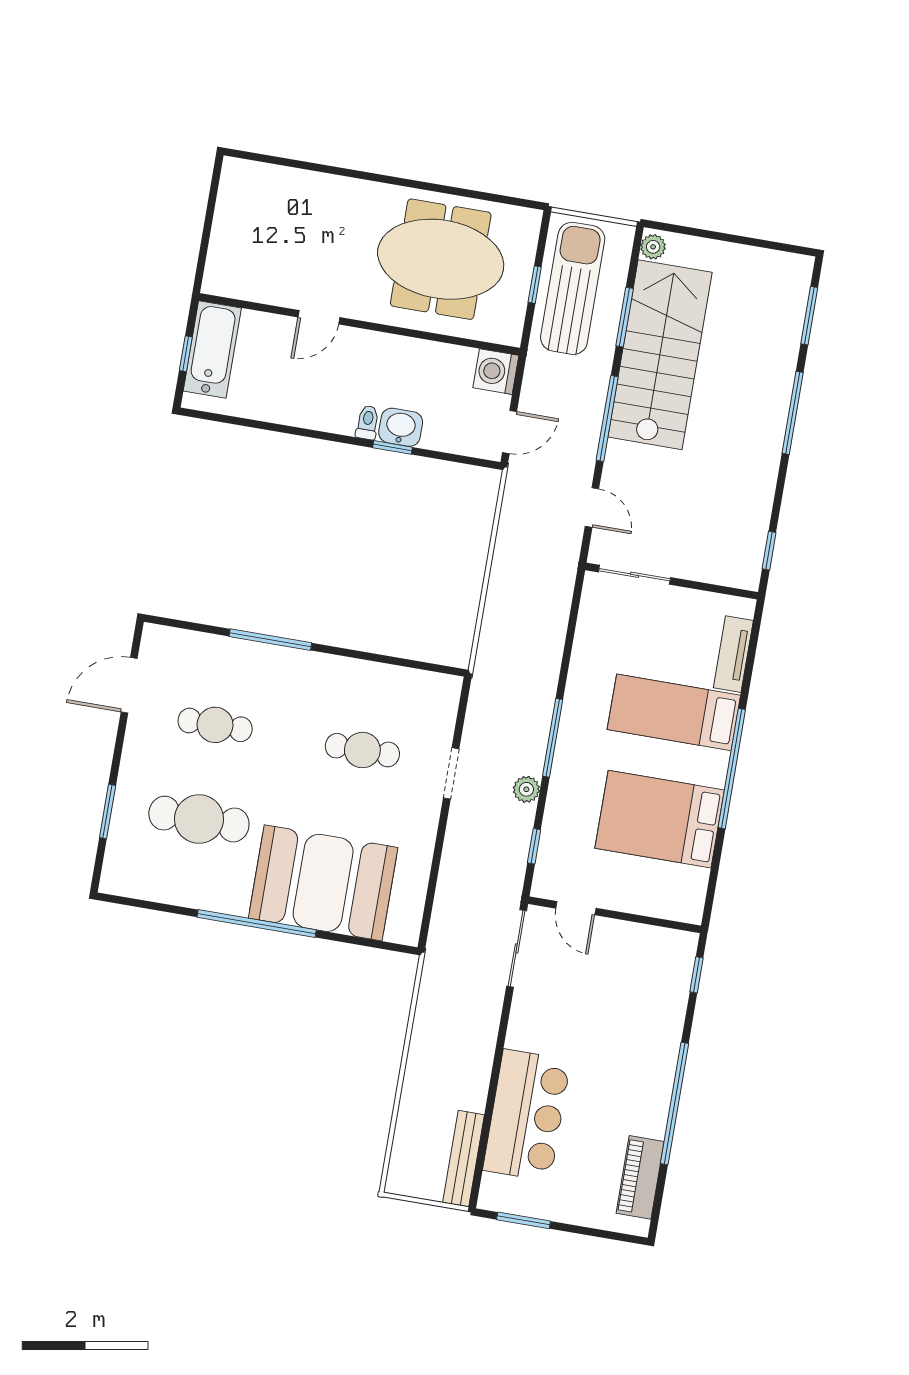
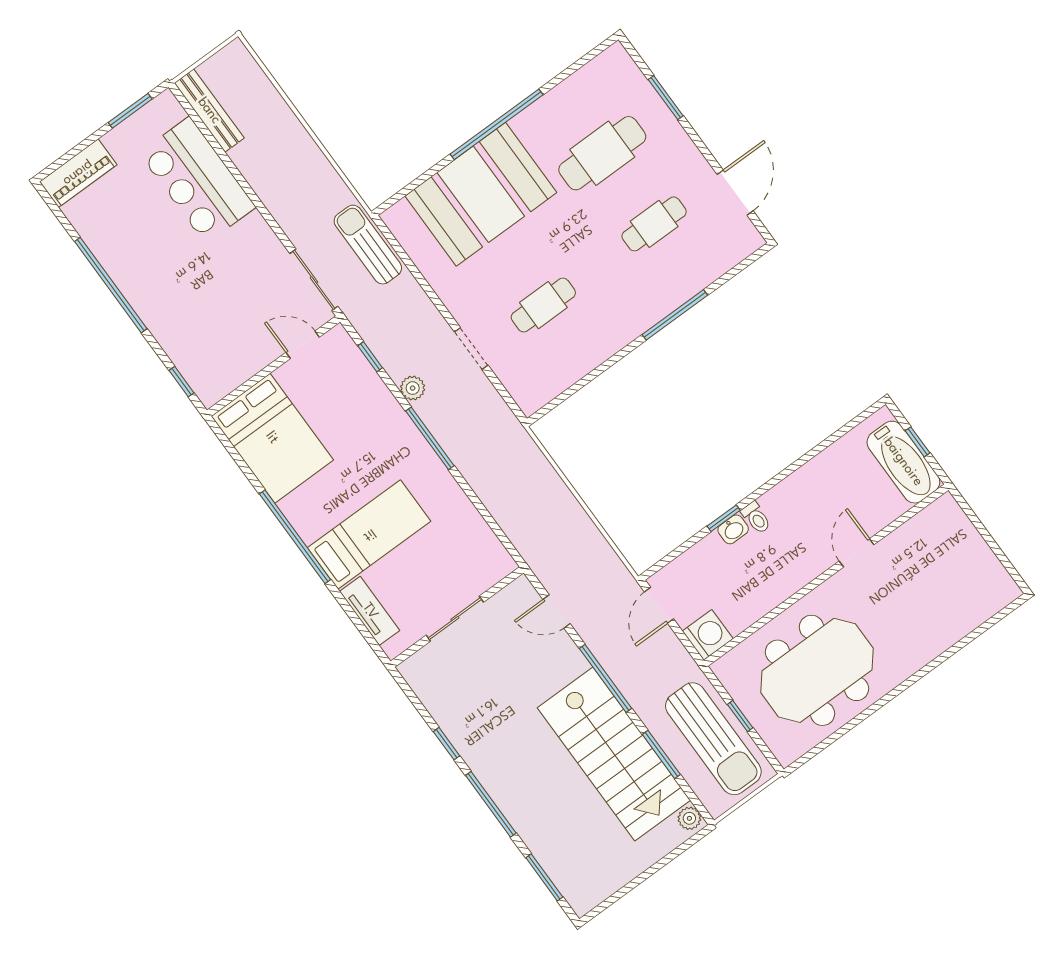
washbasin: (401, 427) -> (733, 529), width x0.72, depth x0.69
window: (769, 551) -> (446, 744), moved
sliding door: (635, 575) -> (455, 619), moved
bed: (660, 819) -> (272, 438), moved, turned 90
sun lounger: (448, 933) -> (368, 245), added
piano: (640, 1177) -> (78, 173), moved, turned 90

